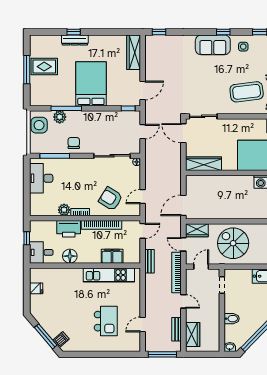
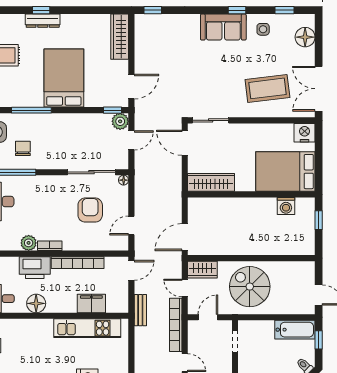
plant: (60, 117) -> (120, 121), moved
chair: (74, 143) -> (23, 148), moved
armchair: (111, 199) -> (90, 210), moved, turned 58

